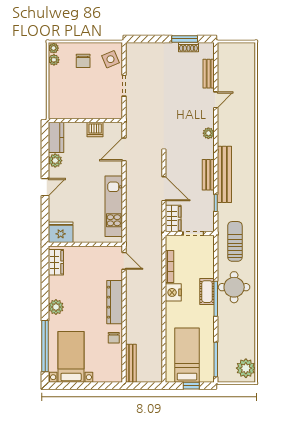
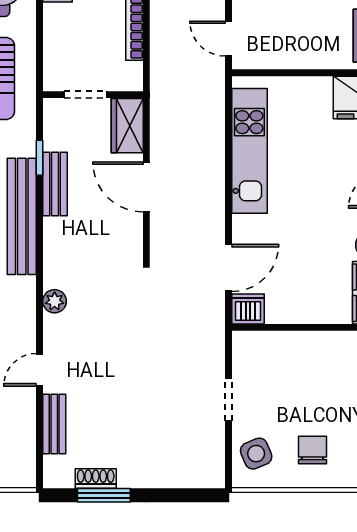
dishwasher: (95, 129) -> (248, 309), moved
bench: (208, 175) -> (55, 184), moved

